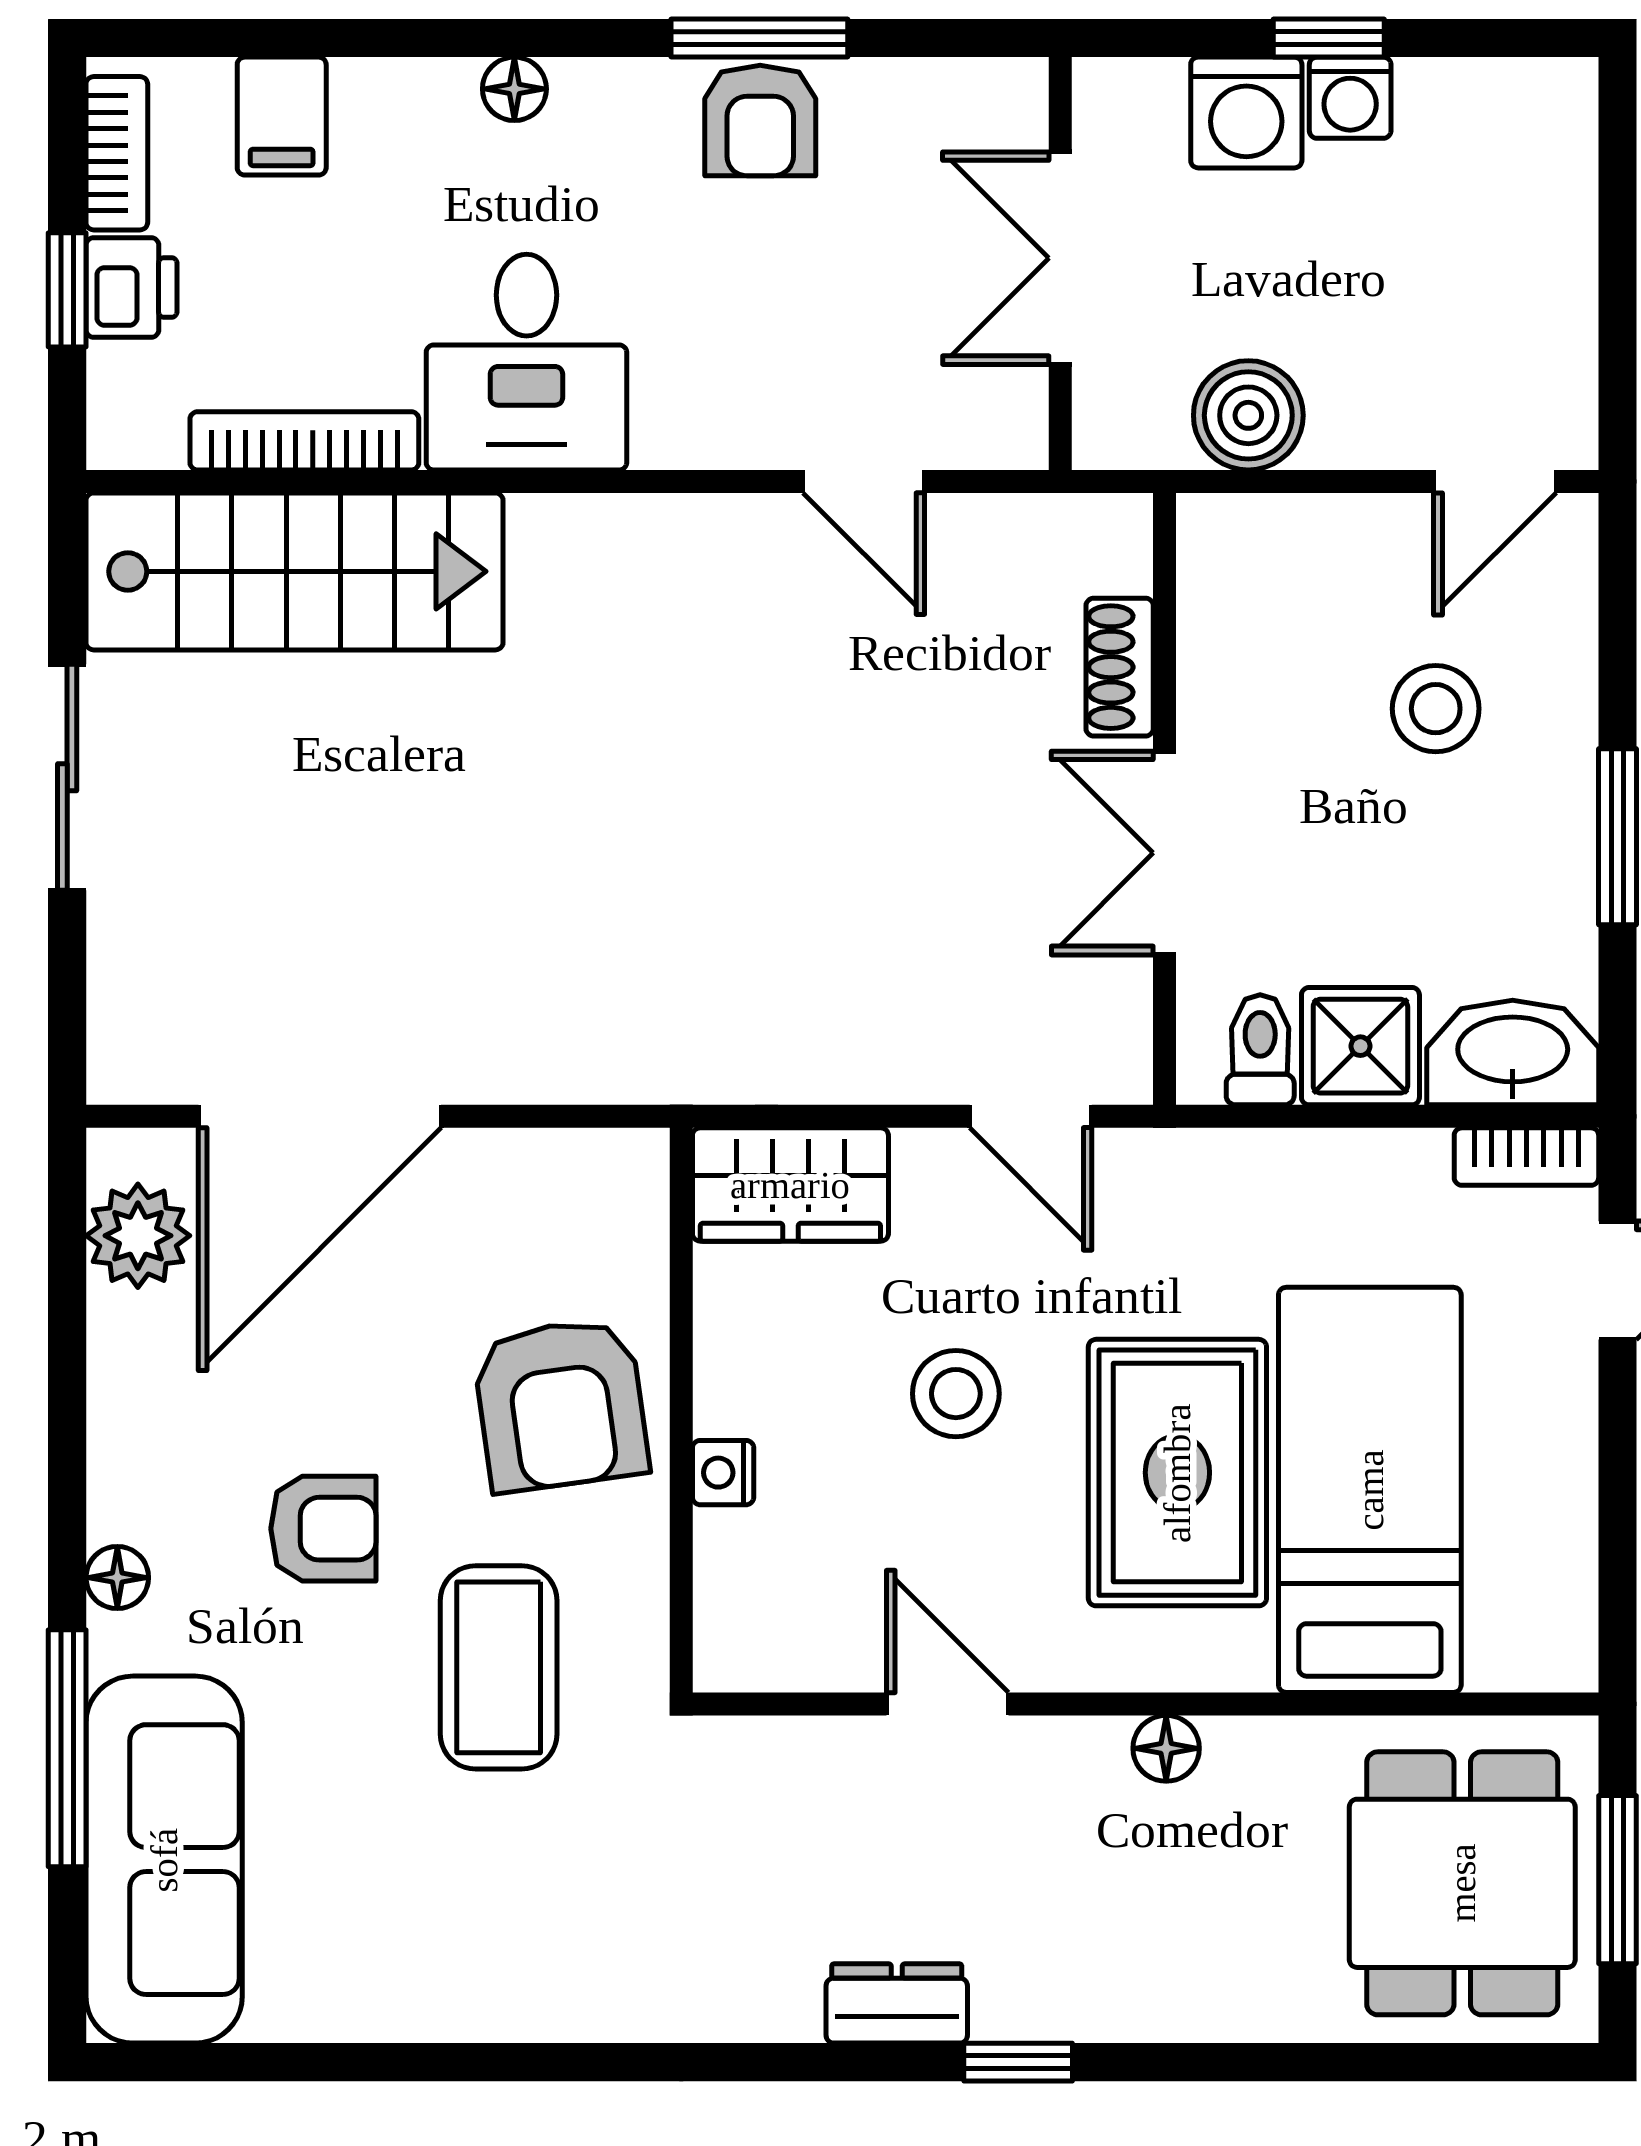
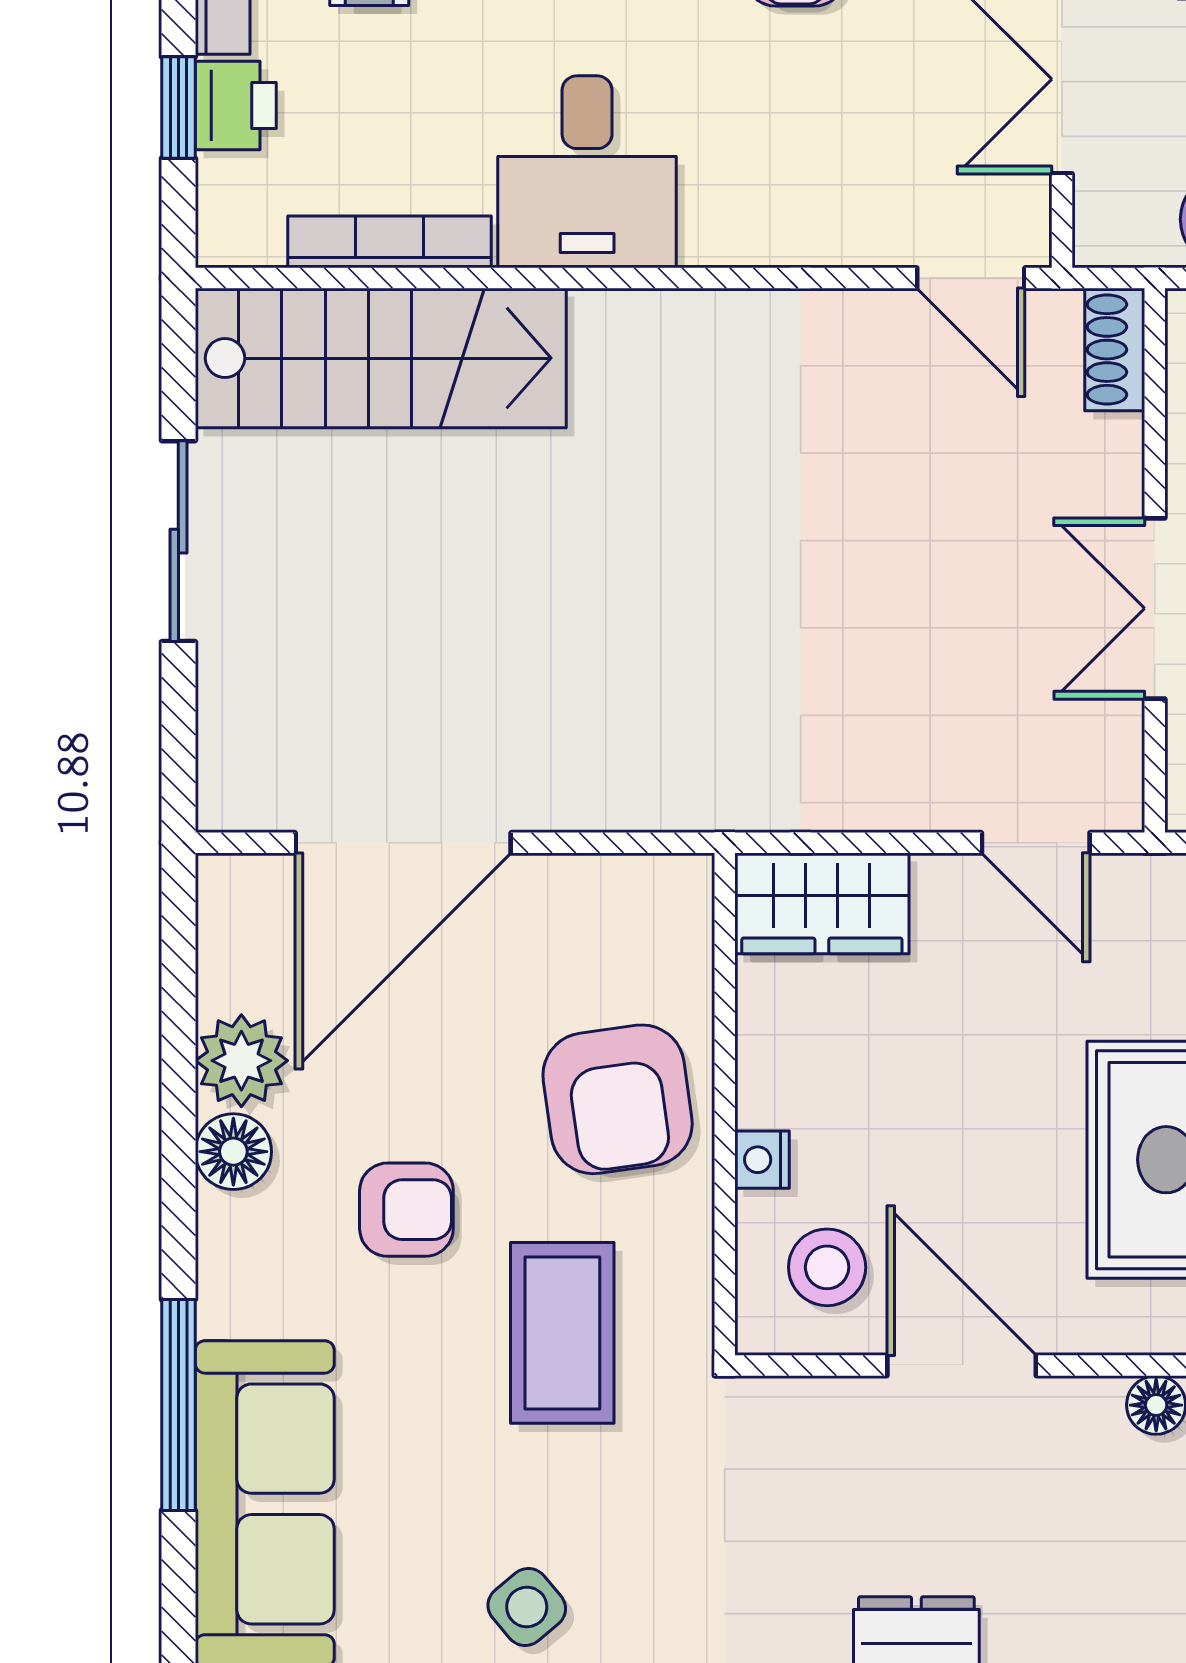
door: (864, 481) -> (971, 278), moved
shoe rack: (1120, 667) -> (1115, 350), moved
plant: (138, 1236) -> (241, 1061), moved
stool: (956, 1394) -> (827, 1267), moved
floor lamp: (117, 1578) -> (233, 1152), moved, width x1.37, depth x1.37
door: (948, 1704) -> (962, 1365), width x1.38
side table: (459, 1975) -> (527, 1607), added

